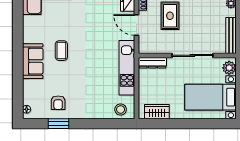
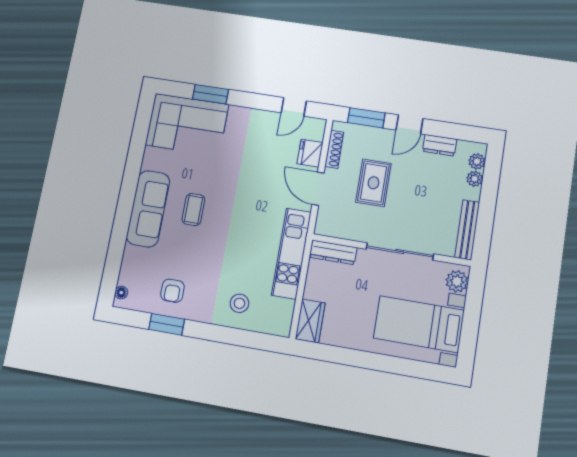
sofa: (33, 61) -> (148, 209), width x1.36
stool: (121, 109) -> (239, 303), moved
wardrobe: (157, 112) -> (310, 321), moved, turned 90

